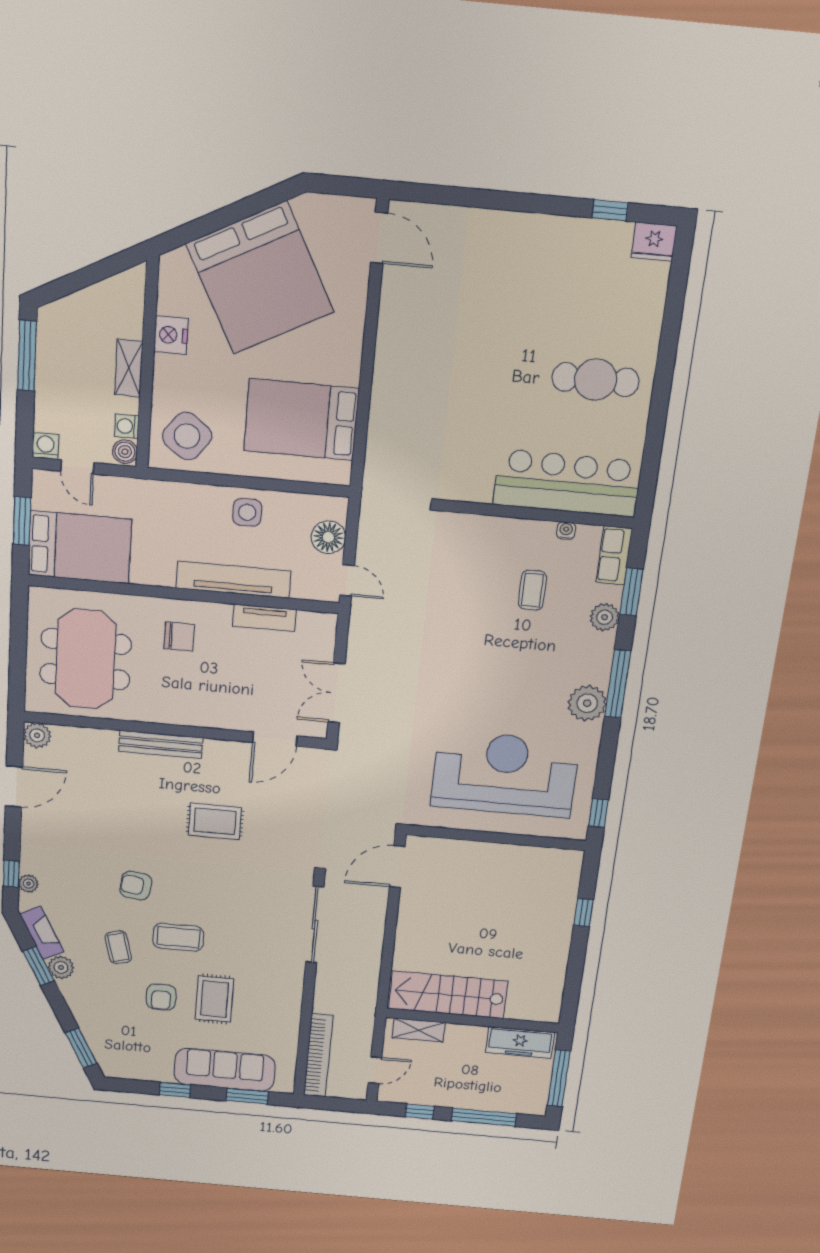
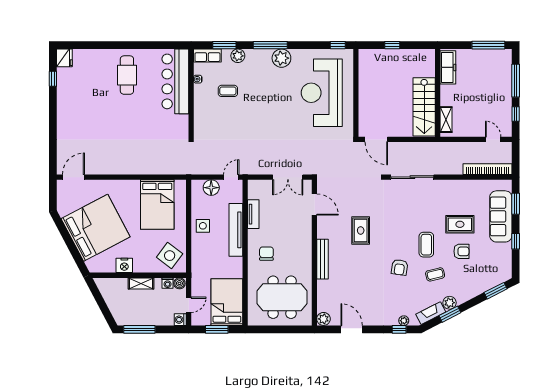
stairs: (448, 995) -> (424, 107), moved
wall: (472, 1020) -> (438, 93), moved
shelving: (419, 1030) -> (446, 120), moved
freezer: (520, 1042) -> (448, 67), moved

